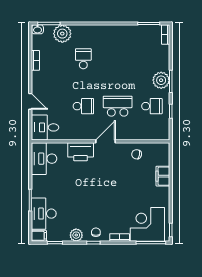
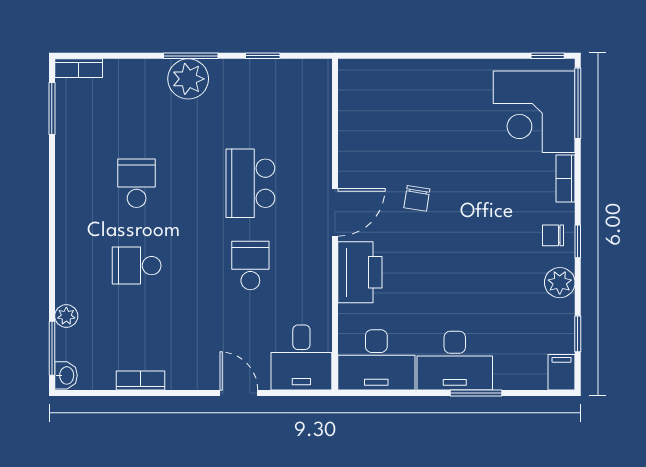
plant: (62, 34) -> (66, 316), width x0.53, depth x0.53
door: (30, 101) -> (239, 393), hinge flipped
school desk: (152, 106) -> (137, 183), moved
door: (106, 141) -> (335, 212), swing flipped
chair: (137, 154) -> (417, 198), moved
filing cabinet: (163, 176) -> (418, 75), removed
desk: (44, 214) -> (455, 361), moved

